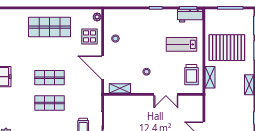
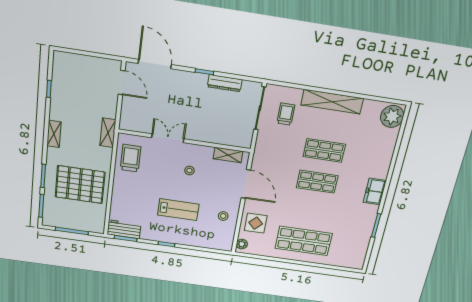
lab bench: (181, 44) -> (178, 210), moved
shelving: (210, 77) -> (108, 133), moved

